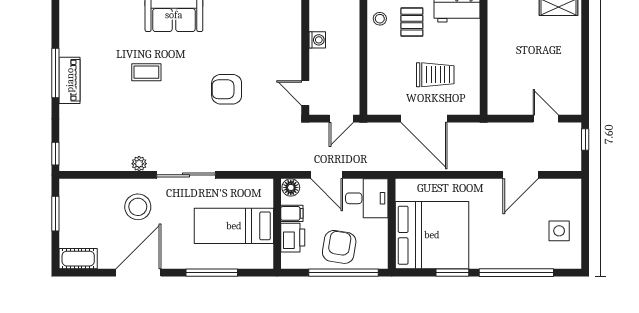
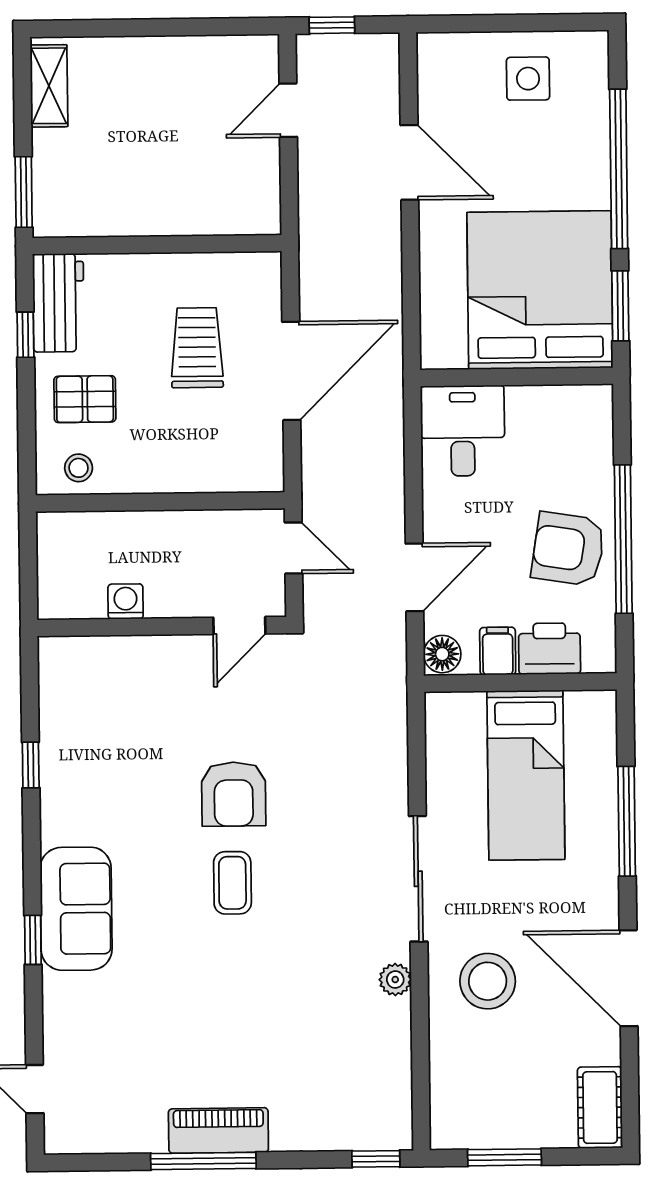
coffee table: (146, 72) -> (232, 883), moved
desk: (367, 198) -> (463, 431), moved
wall: (392, 224) -> (517, 377), moved
bed: (432, 235) -> (540, 290), moved

